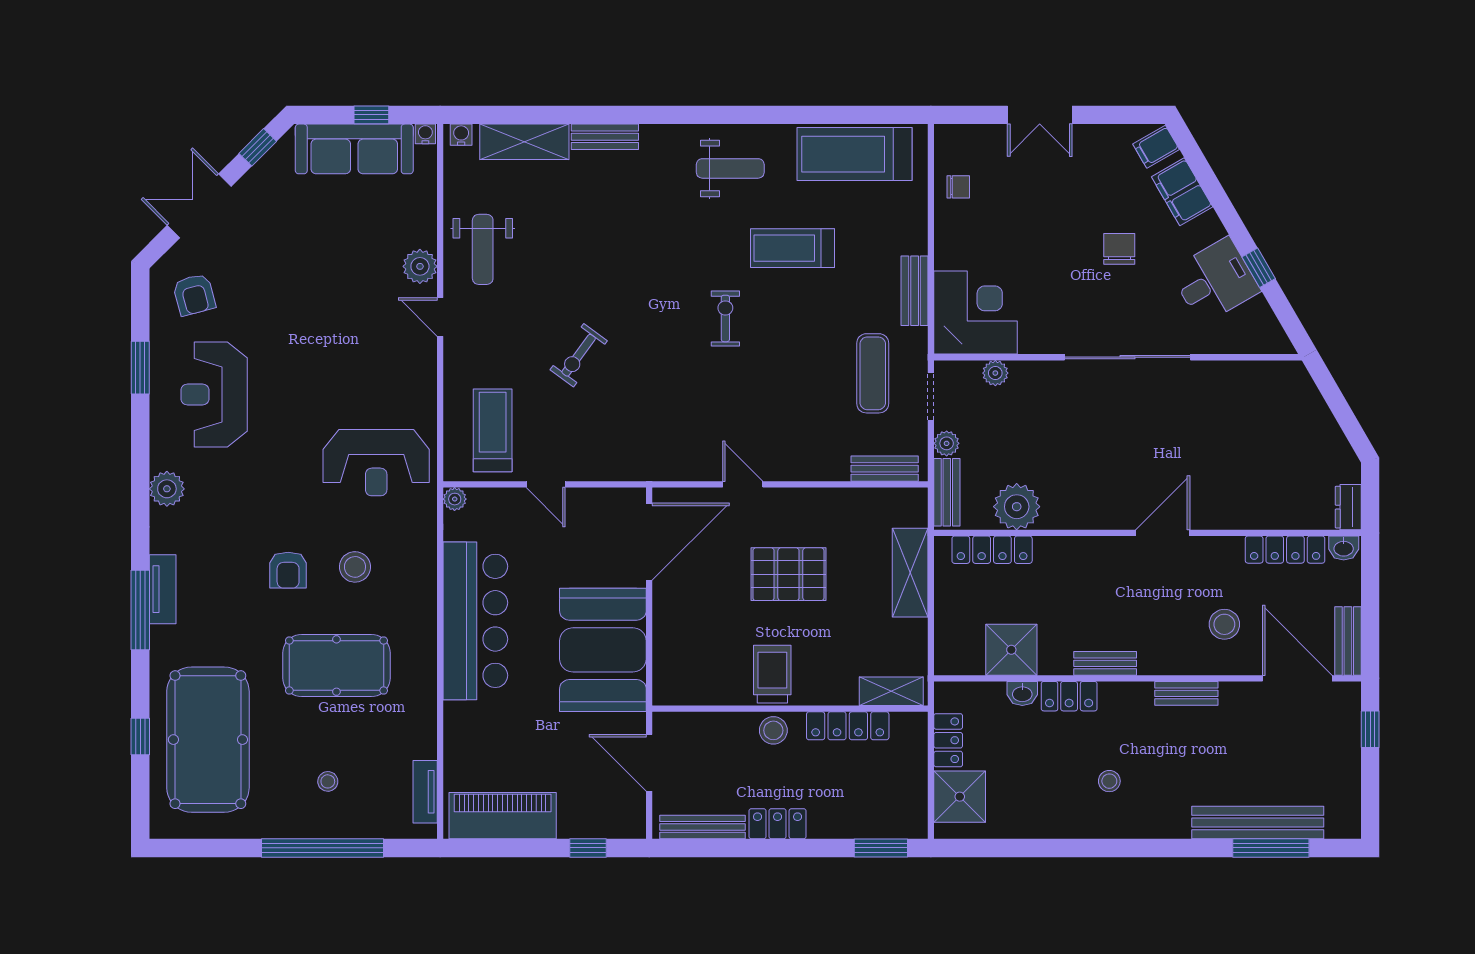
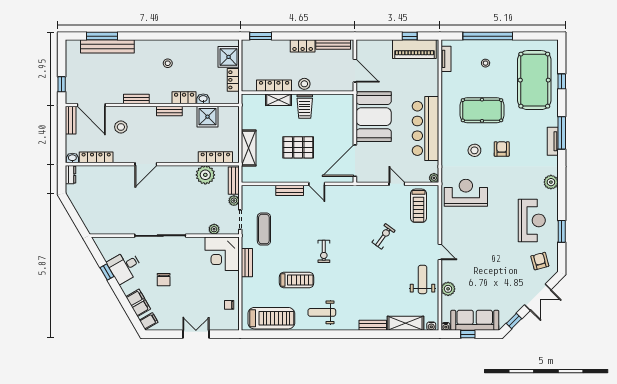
plant: (420, 266) -> (448, 289), moved
bench: (885, 469) -> (290, 190), moved
shelving: (891, 691) -> (278, 100), moved
window: (588, 848) -> (410, 36), moved

